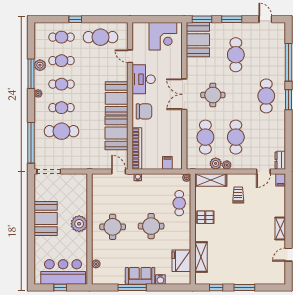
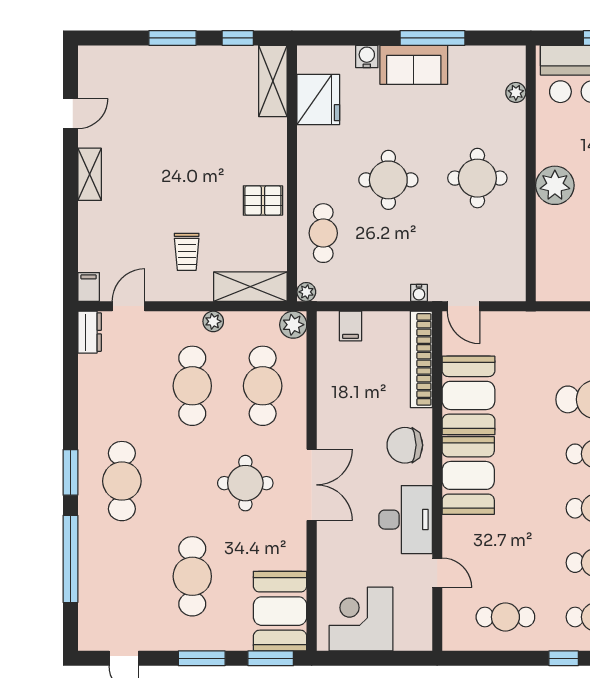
cafe table: (100, 37) -> (505, 617), width x0.73, depth x0.74
plant: (216, 163) -> (293, 325), moved
shelving: (201, 257) -> (273, 81), moved

